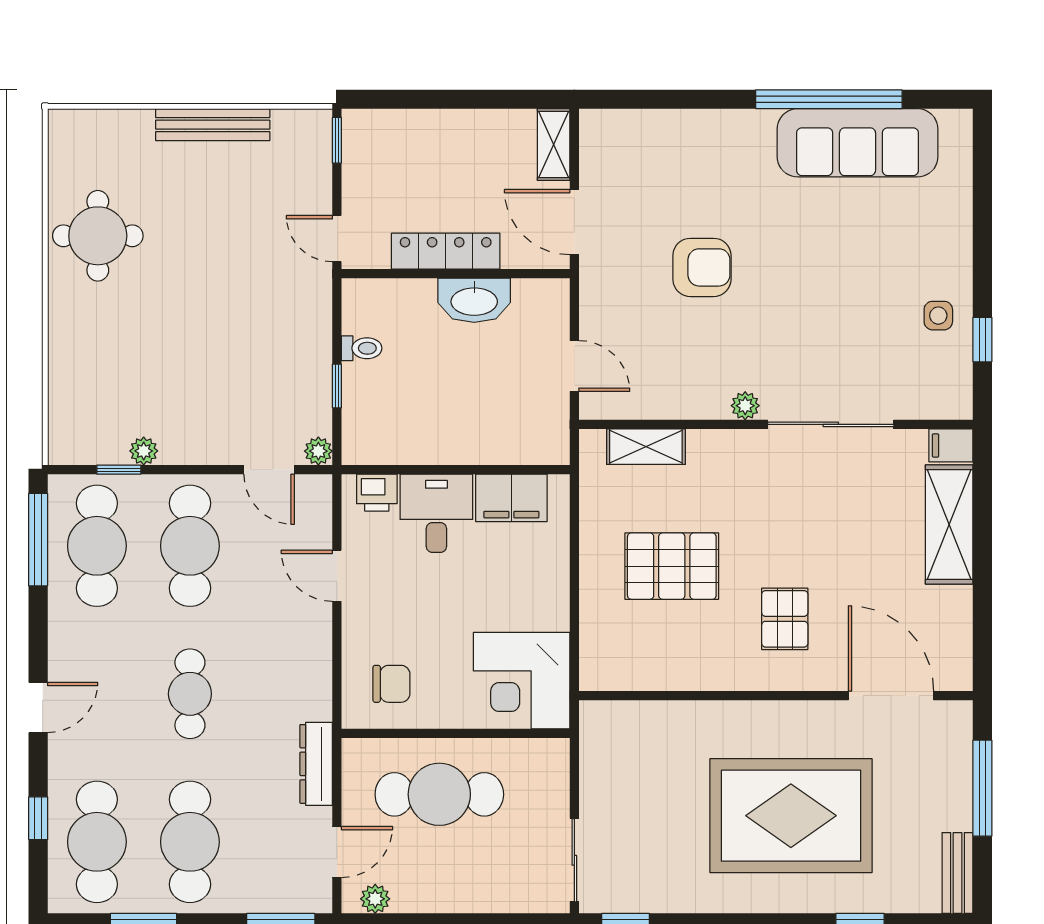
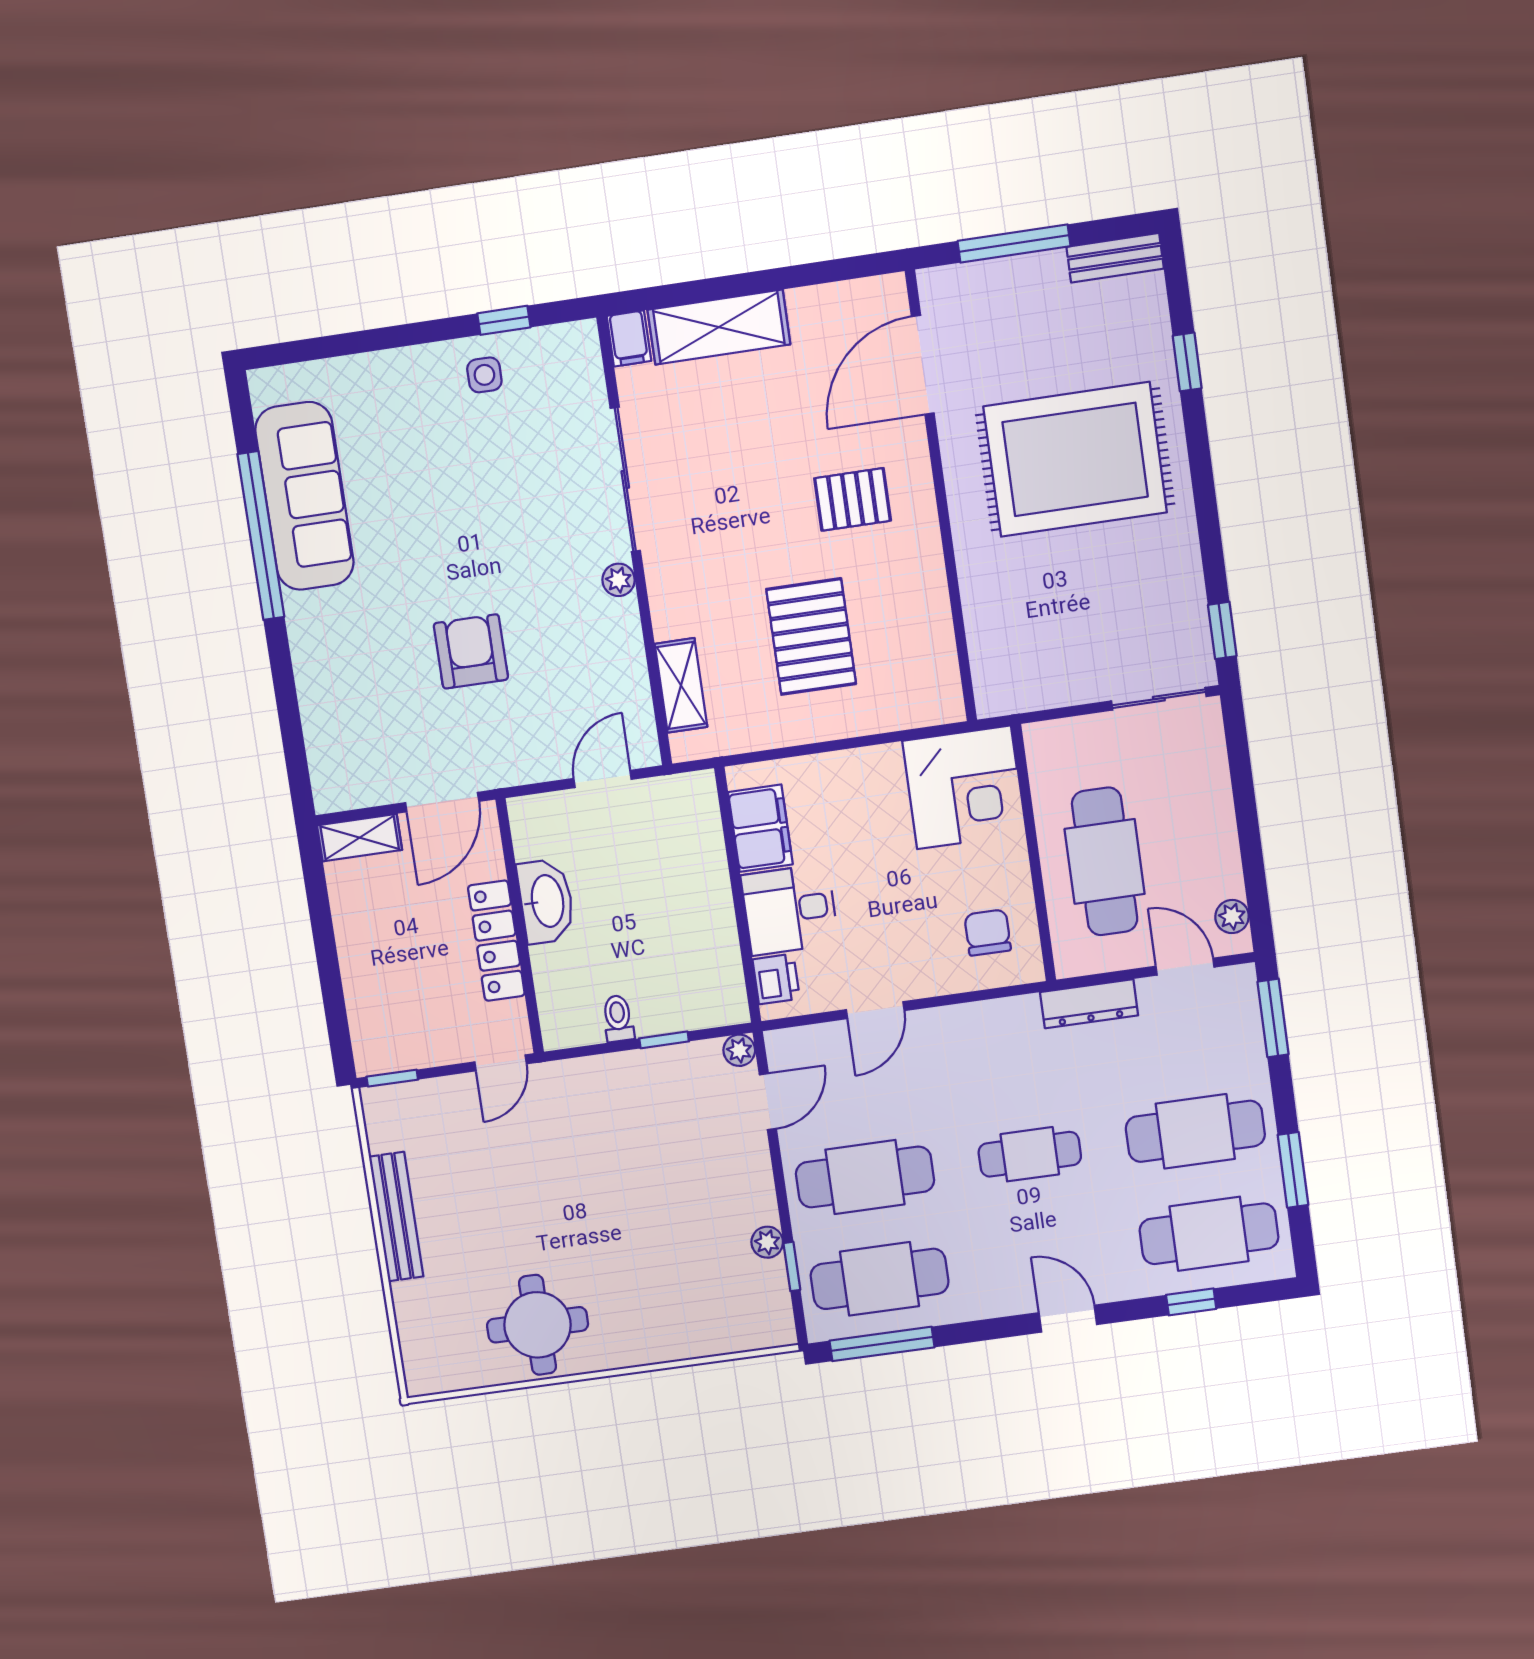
rug: (791, 816) -> (1075, 459), turned 90

